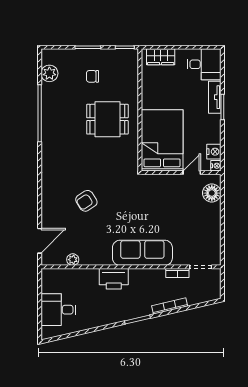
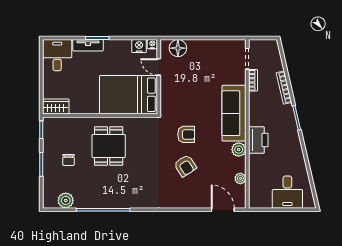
wardrobe: (161, 57) -> (56, 107), moved, turned -90
armchair: (120, 202) -> (186, 134), added
plant: (104, 258) -> (239, 150), added

